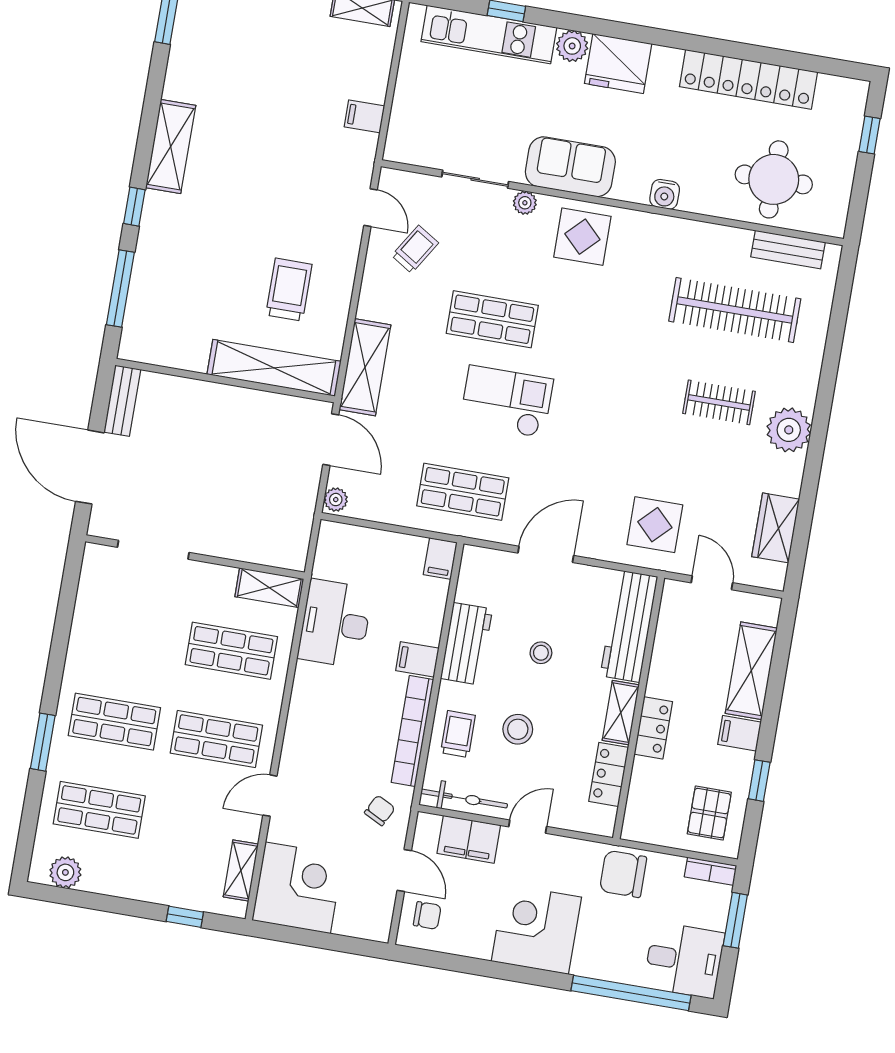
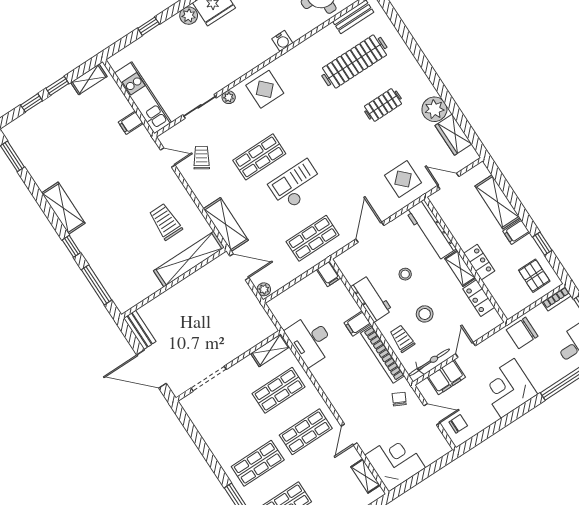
kitchen unit: (489, 34) -> (143, 98), moved, turned -90
sofa: (570, 167) -> (233, 65), removed
plant: (789, 430) -> (434, 109), moved

